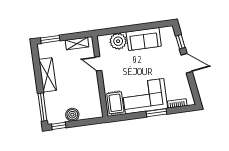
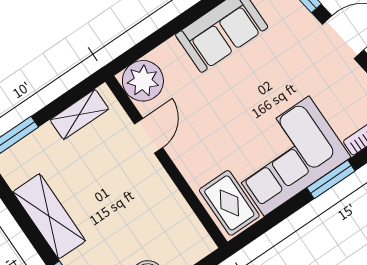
plant: (118, 41) -> (143, 81), moved
door: (98, 64) -> (149, 136), swing flipped

